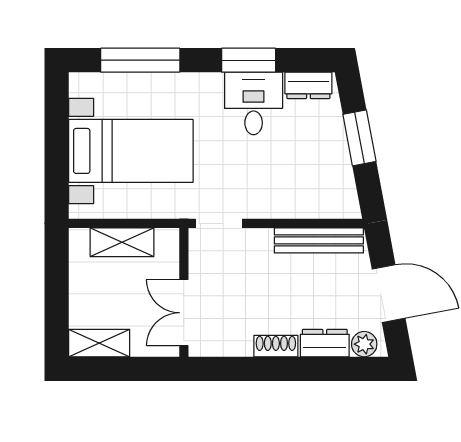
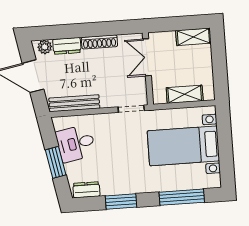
desk: (254, 103) -> (76, 143), moved, turned 79
double door: (184, 313) -> (147, 57), swing flipped
shoe rack: (276, 346) -> (99, 42), width x1.43

